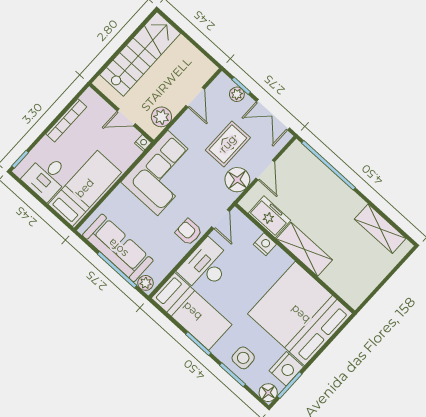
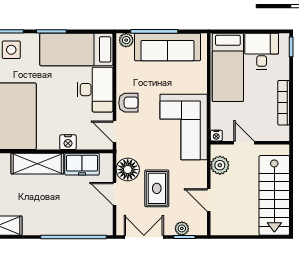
door: (126, 117) -> (244, 143), hinge flipped

